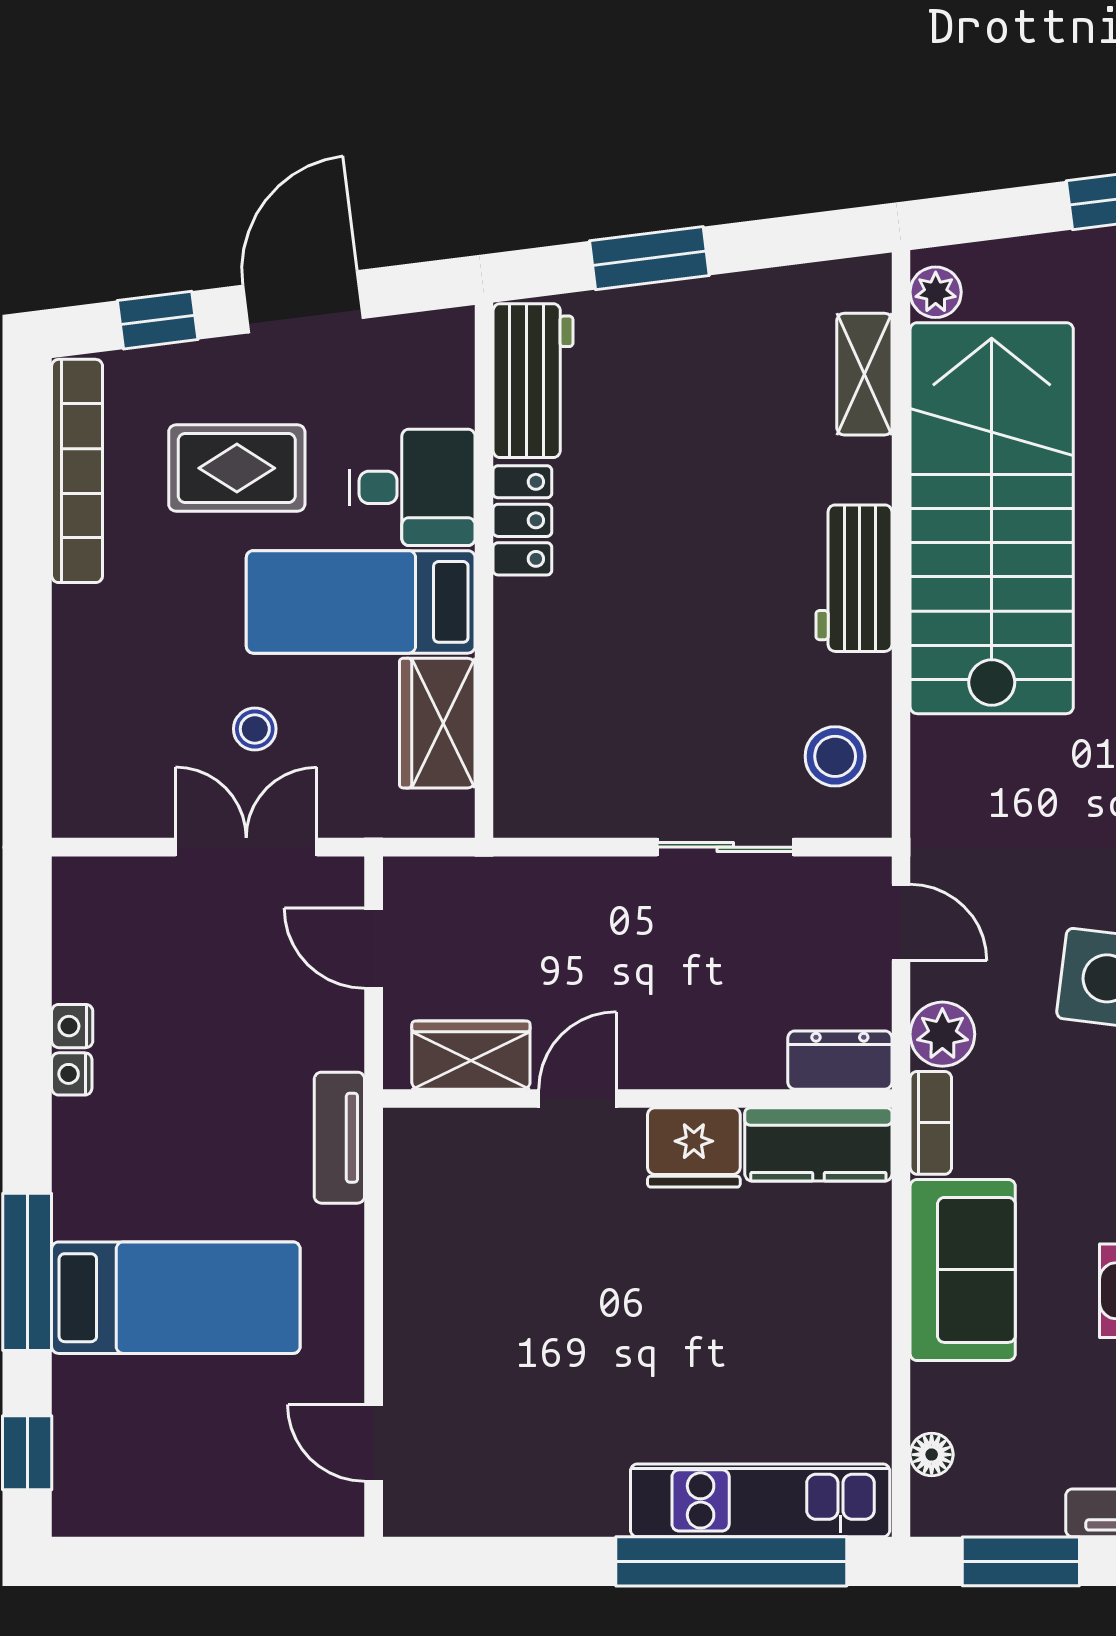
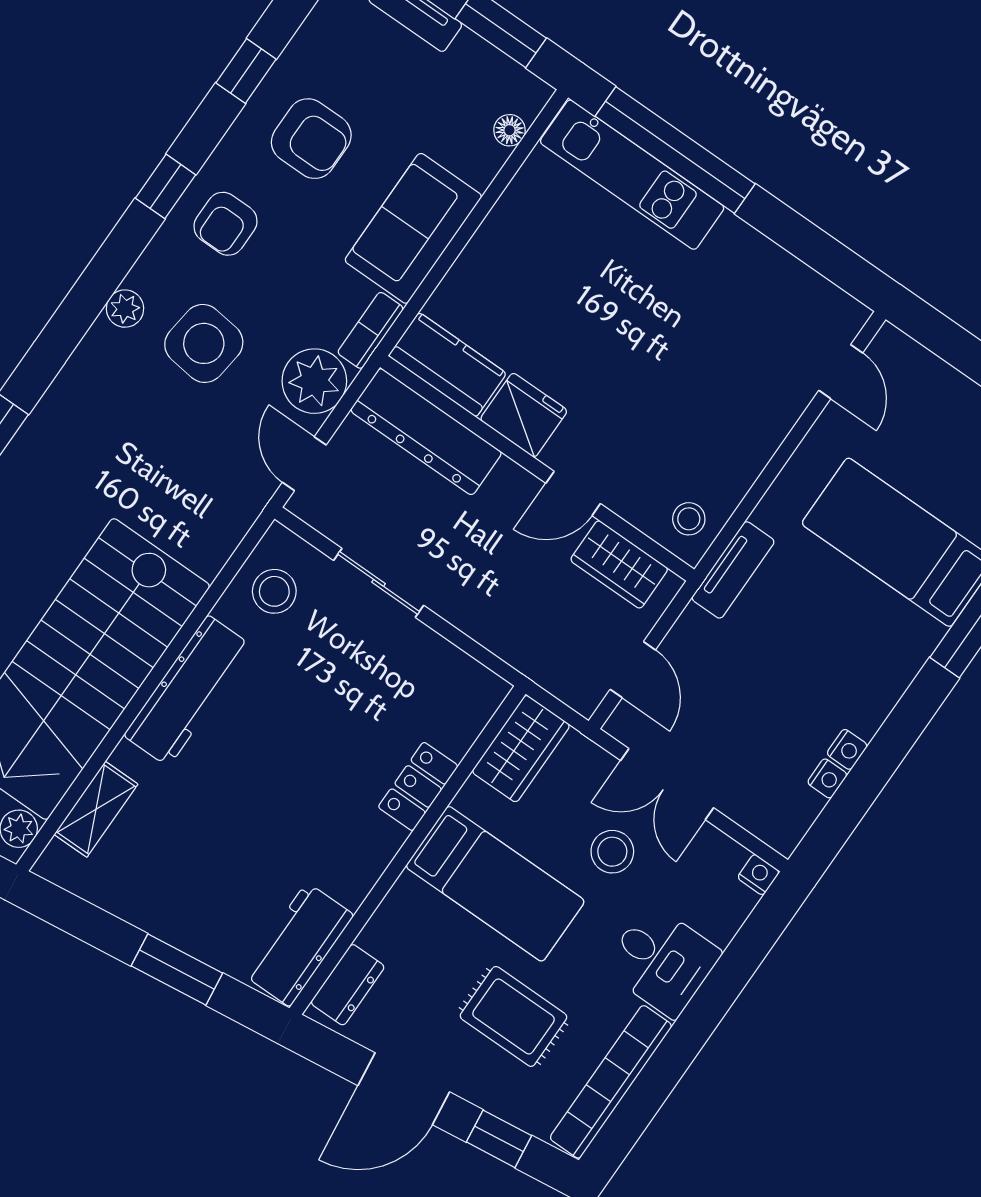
dresser: (447, 374) -> (348, 985), added
desk: (412, 487) -> (662, 961), moved, turned 180
locker: (522, 520) -> (418, 786), moved
workbench: (854, 578) -> (188, 691), width x1.38
wardrobe: (437, 723) -> (521, 749), moved
stool: (255, 729) -> (612, 852), width x1.37, depth x1.37
nightstand: (74, 817) -> (758, 875), added
plant: (942, 1034) -> (314, 381), width x1.36, depth x1.36
dresser: (840, 1060) -> (426, 432), width x1.96, depth x1.24
nightstand: (72, 1074) -> (827, 778), moved
stool: (429, 1160) -> (689, 519), added

